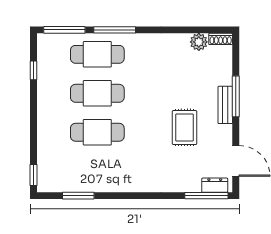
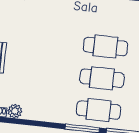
rug: (185, 128) -> (34, 43), removed

